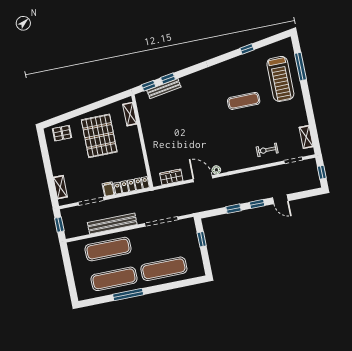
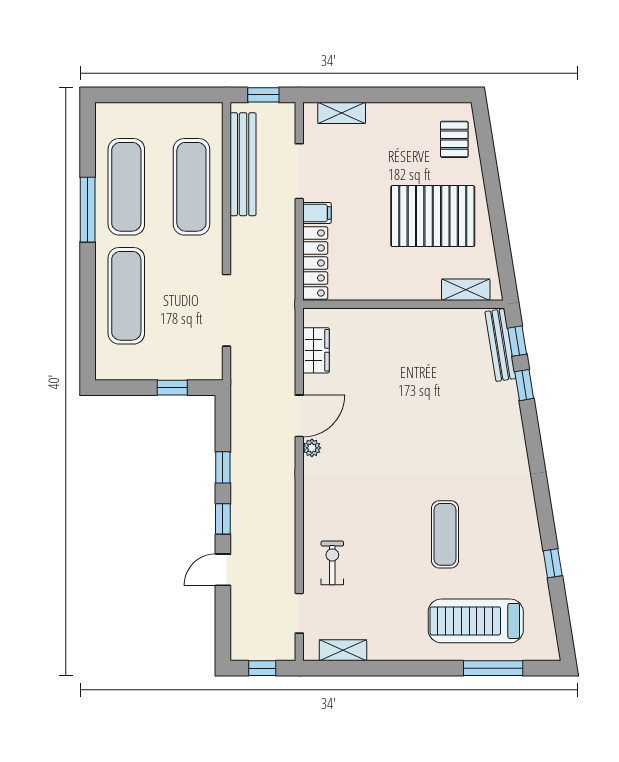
bench: (164, 89) -> (500, 345), moved
bench: (112, 224) -> (243, 164), moved

